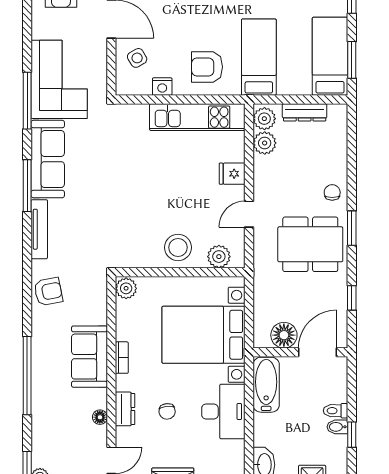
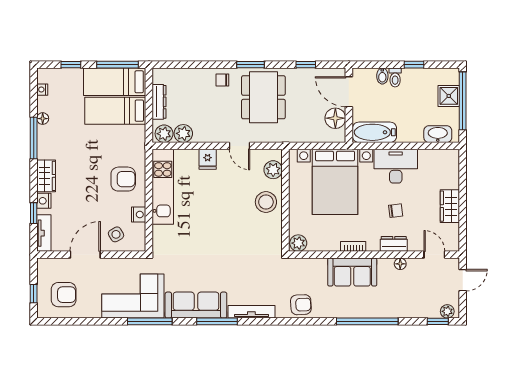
bed: (259, 57) -> (115, 111), moved
window: (352, 60) -> (118, 65), width x1.44
armchair: (207, 67) -> (123, 179), turned -90
armchair: (48, 292) -> (301, 305), turned 98
bidet: (337, 427) -> (382, 76), moved

